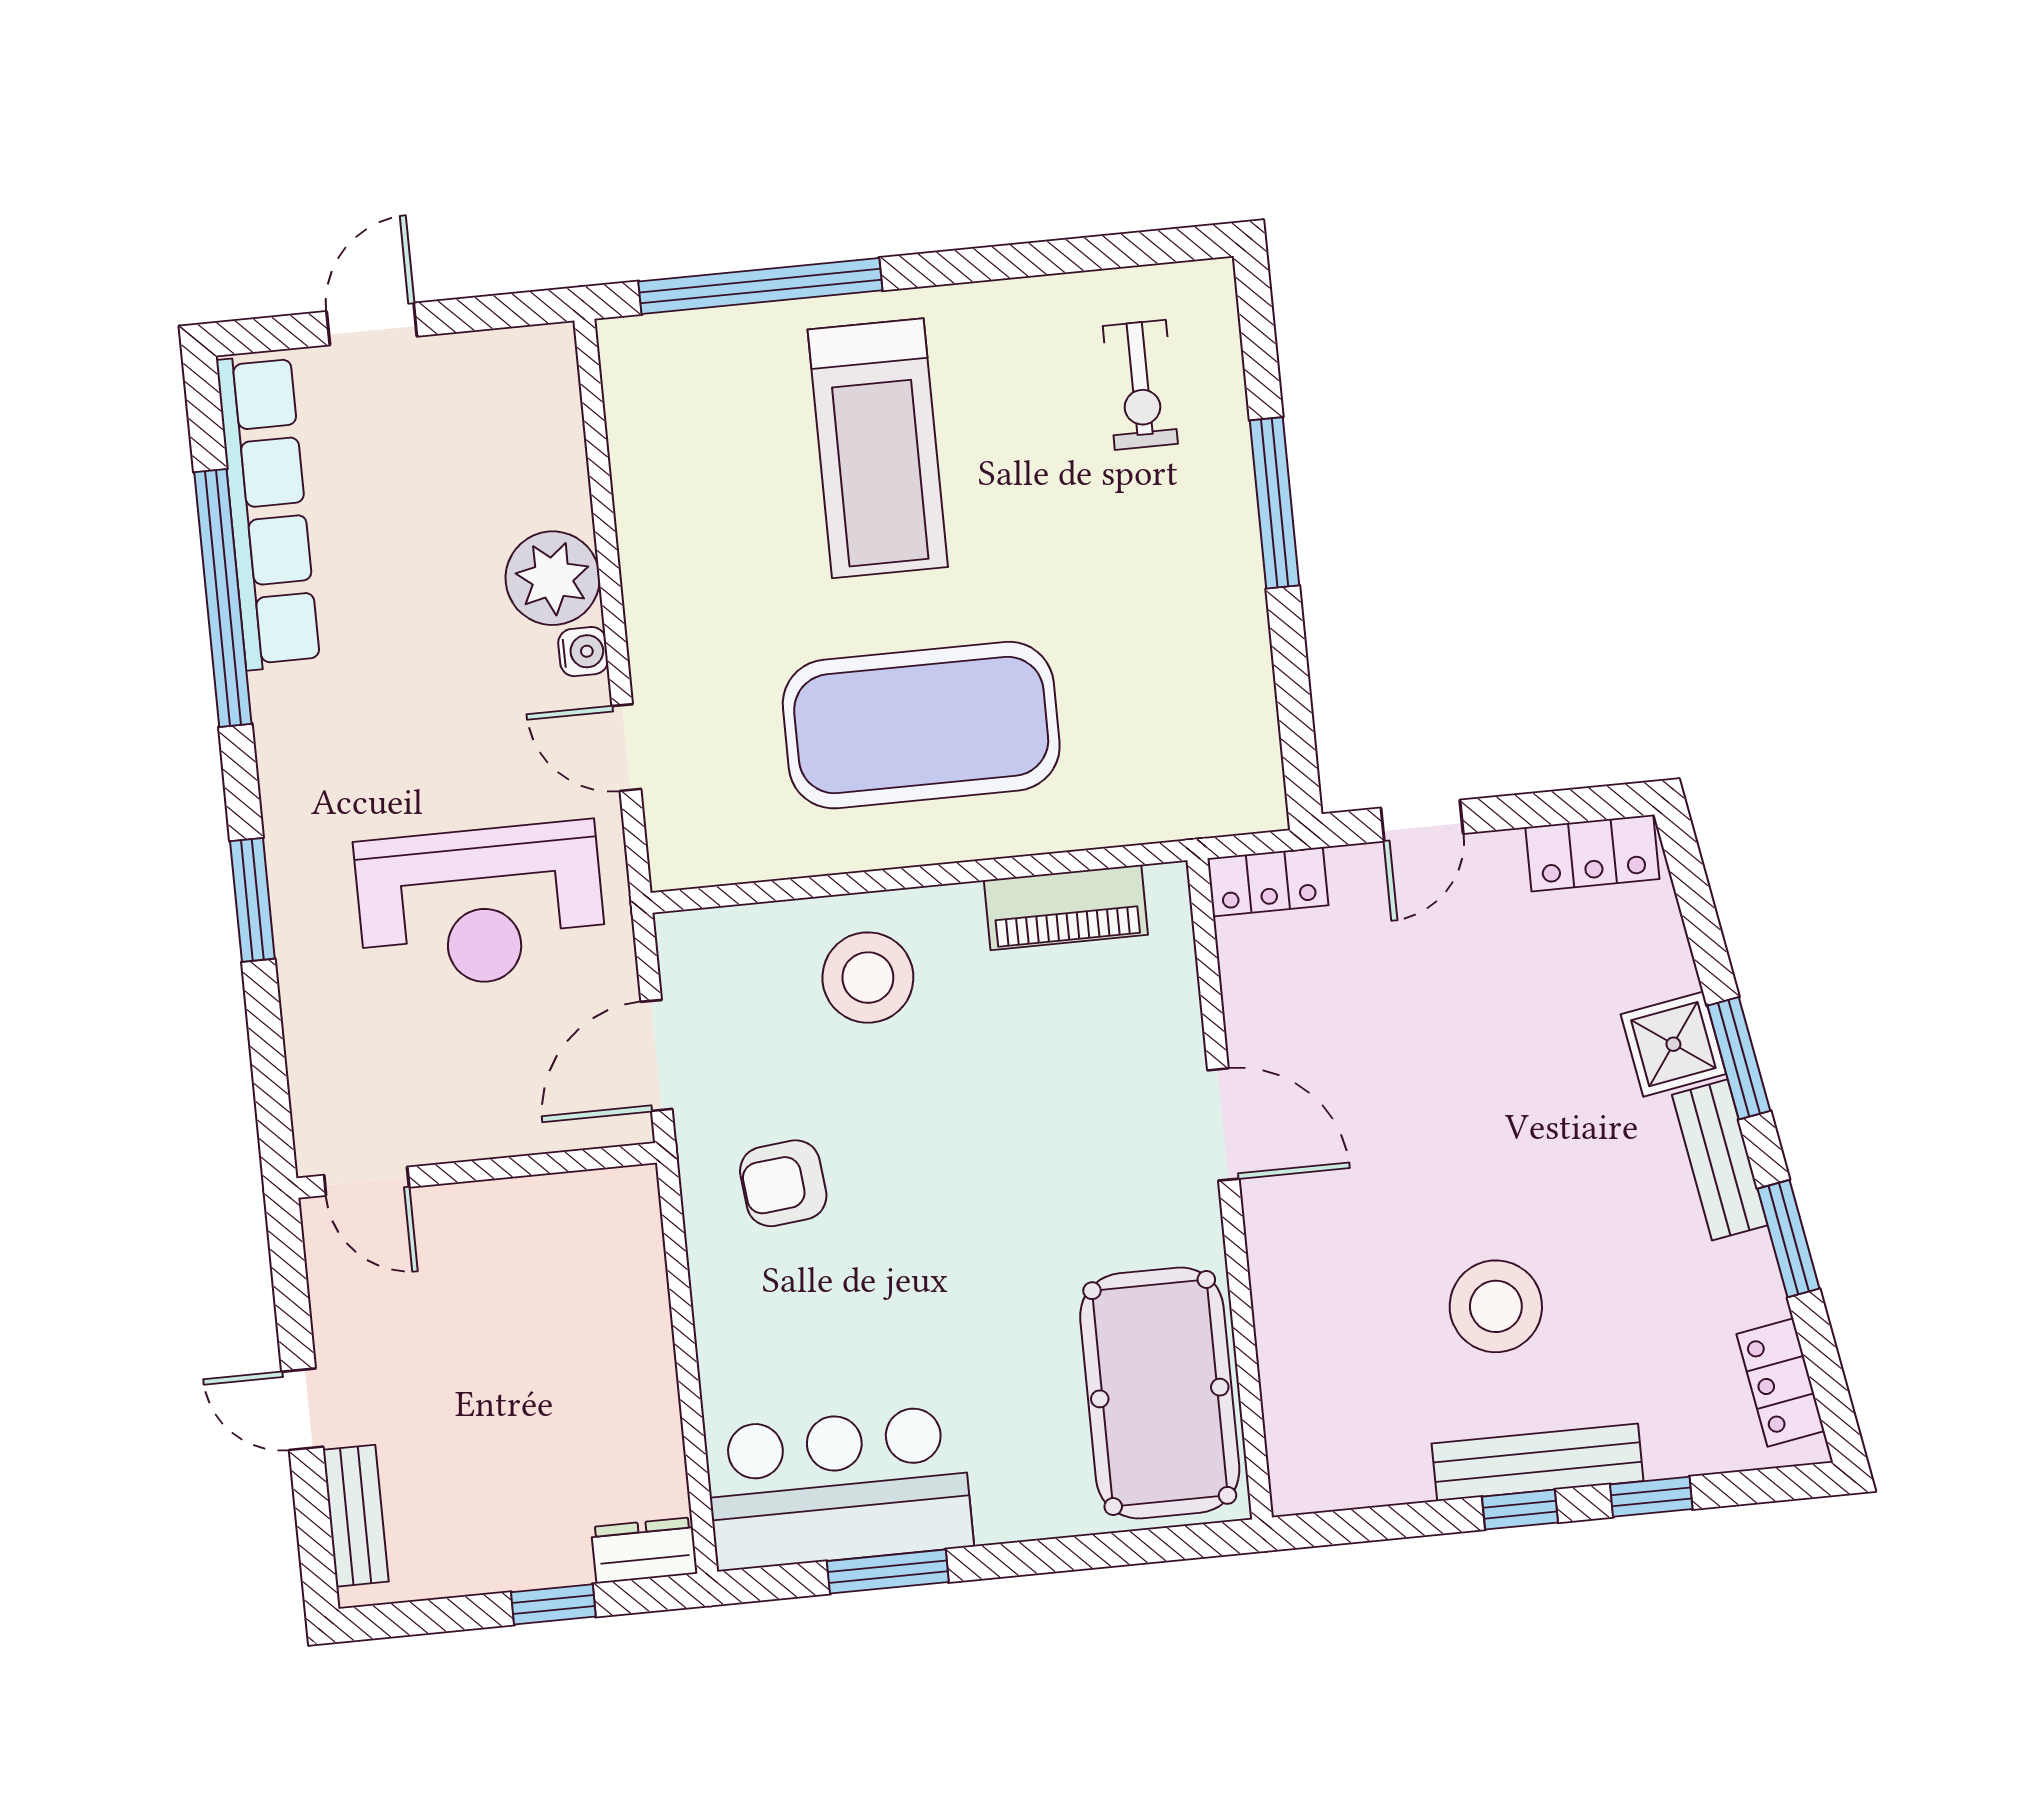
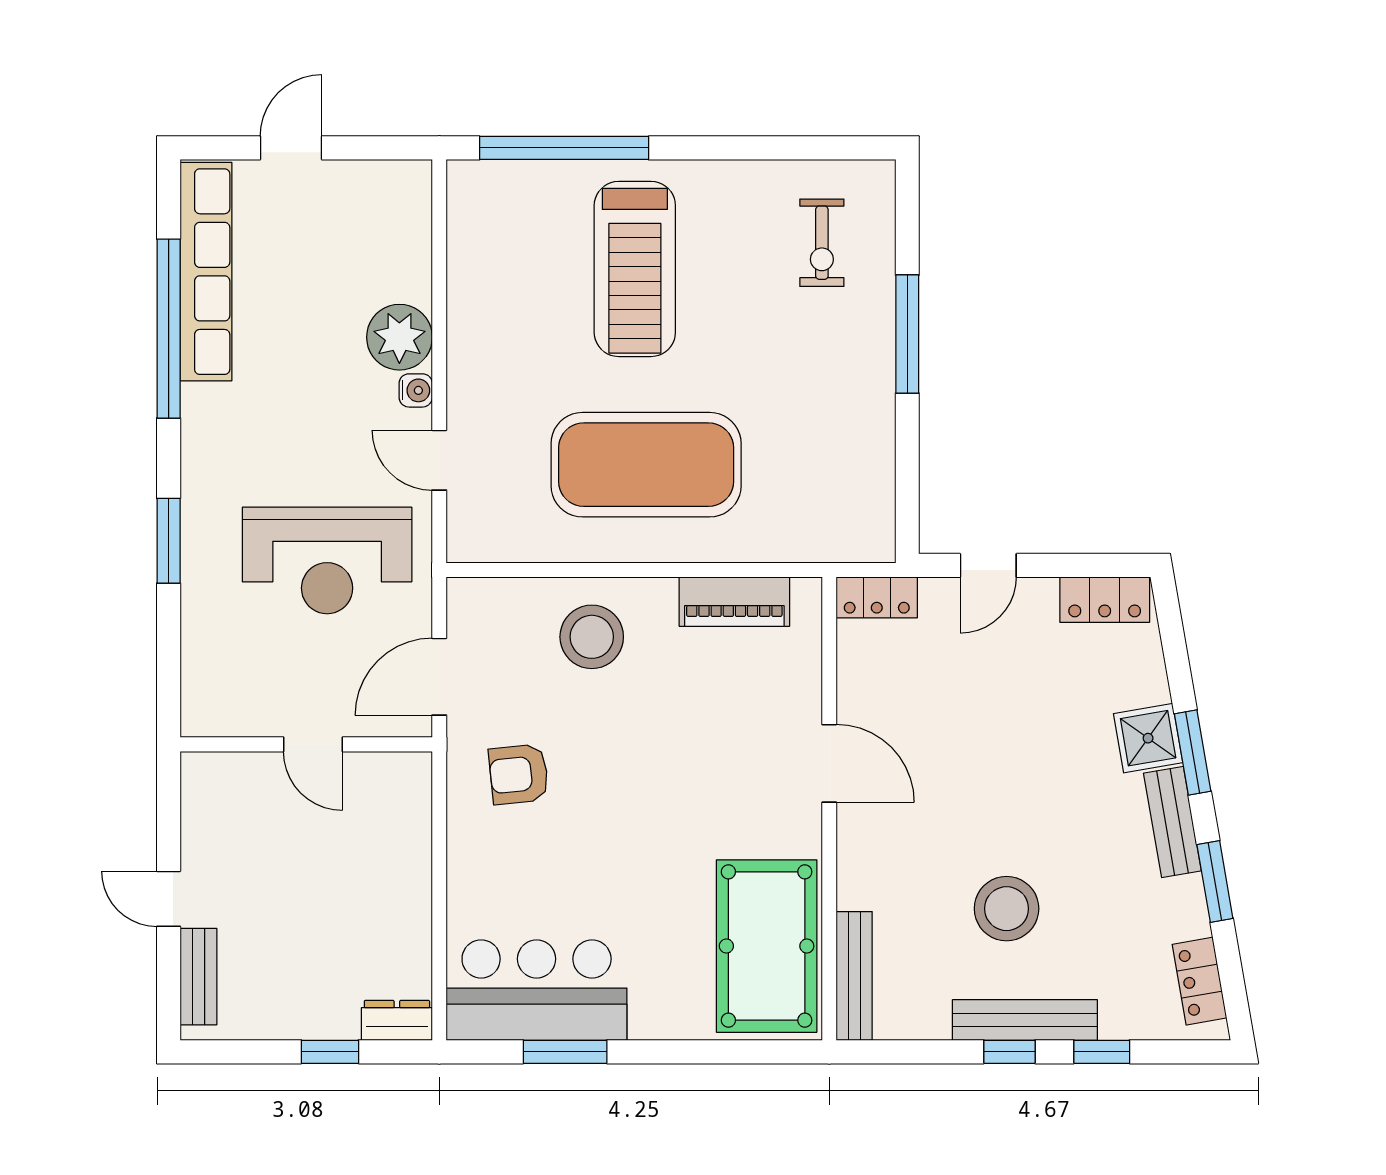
door: (367, 1181) -> (313, 744), moved
bench: (1288, 1423) -> (854, 976), added

